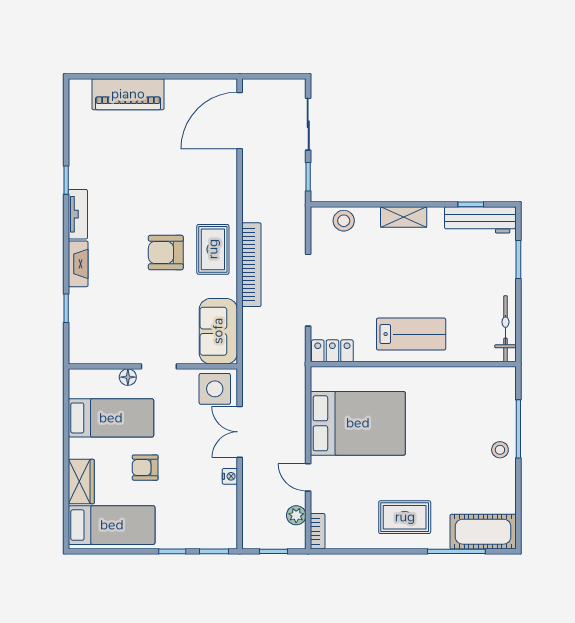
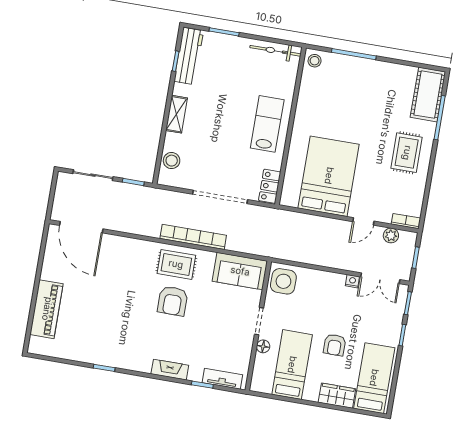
tv unit: (78, 214) -> (222, 379), moved
double door: (240, 432) -> (380, 278), moved
stool: (500, 450) -> (315, 61), moved

